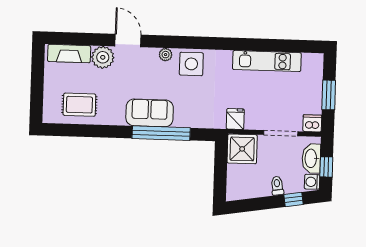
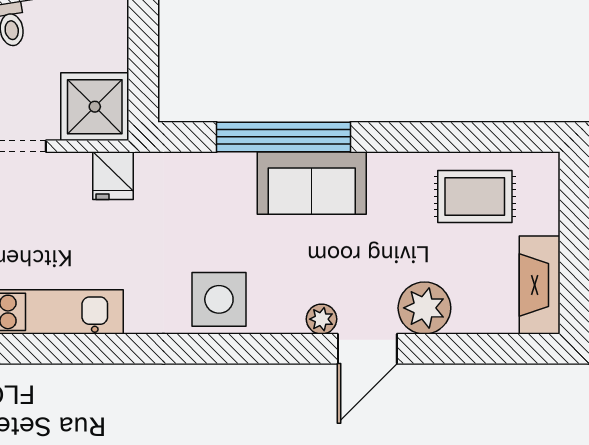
door: (128, 41) -> (367, 349), hinge flipped
fireplace: (69, 54) -> (540, 285), moved, turned -90
plant: (166, 55) -> (321, 319), moved

